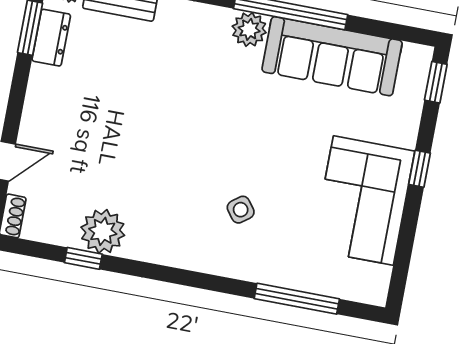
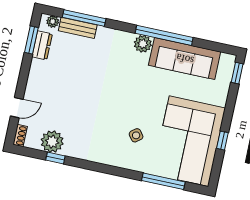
window: (419, 169) -> (222, 141), moved
corner sofa: (363, 200) -> (189, 141), width x1.36, depth x1.36
plant: (103, 231) -> (52, 142), moved

